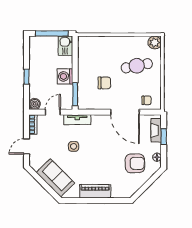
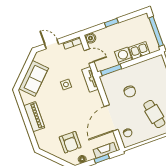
kitchen sink: (66, 46) -> (139, 51), moved

